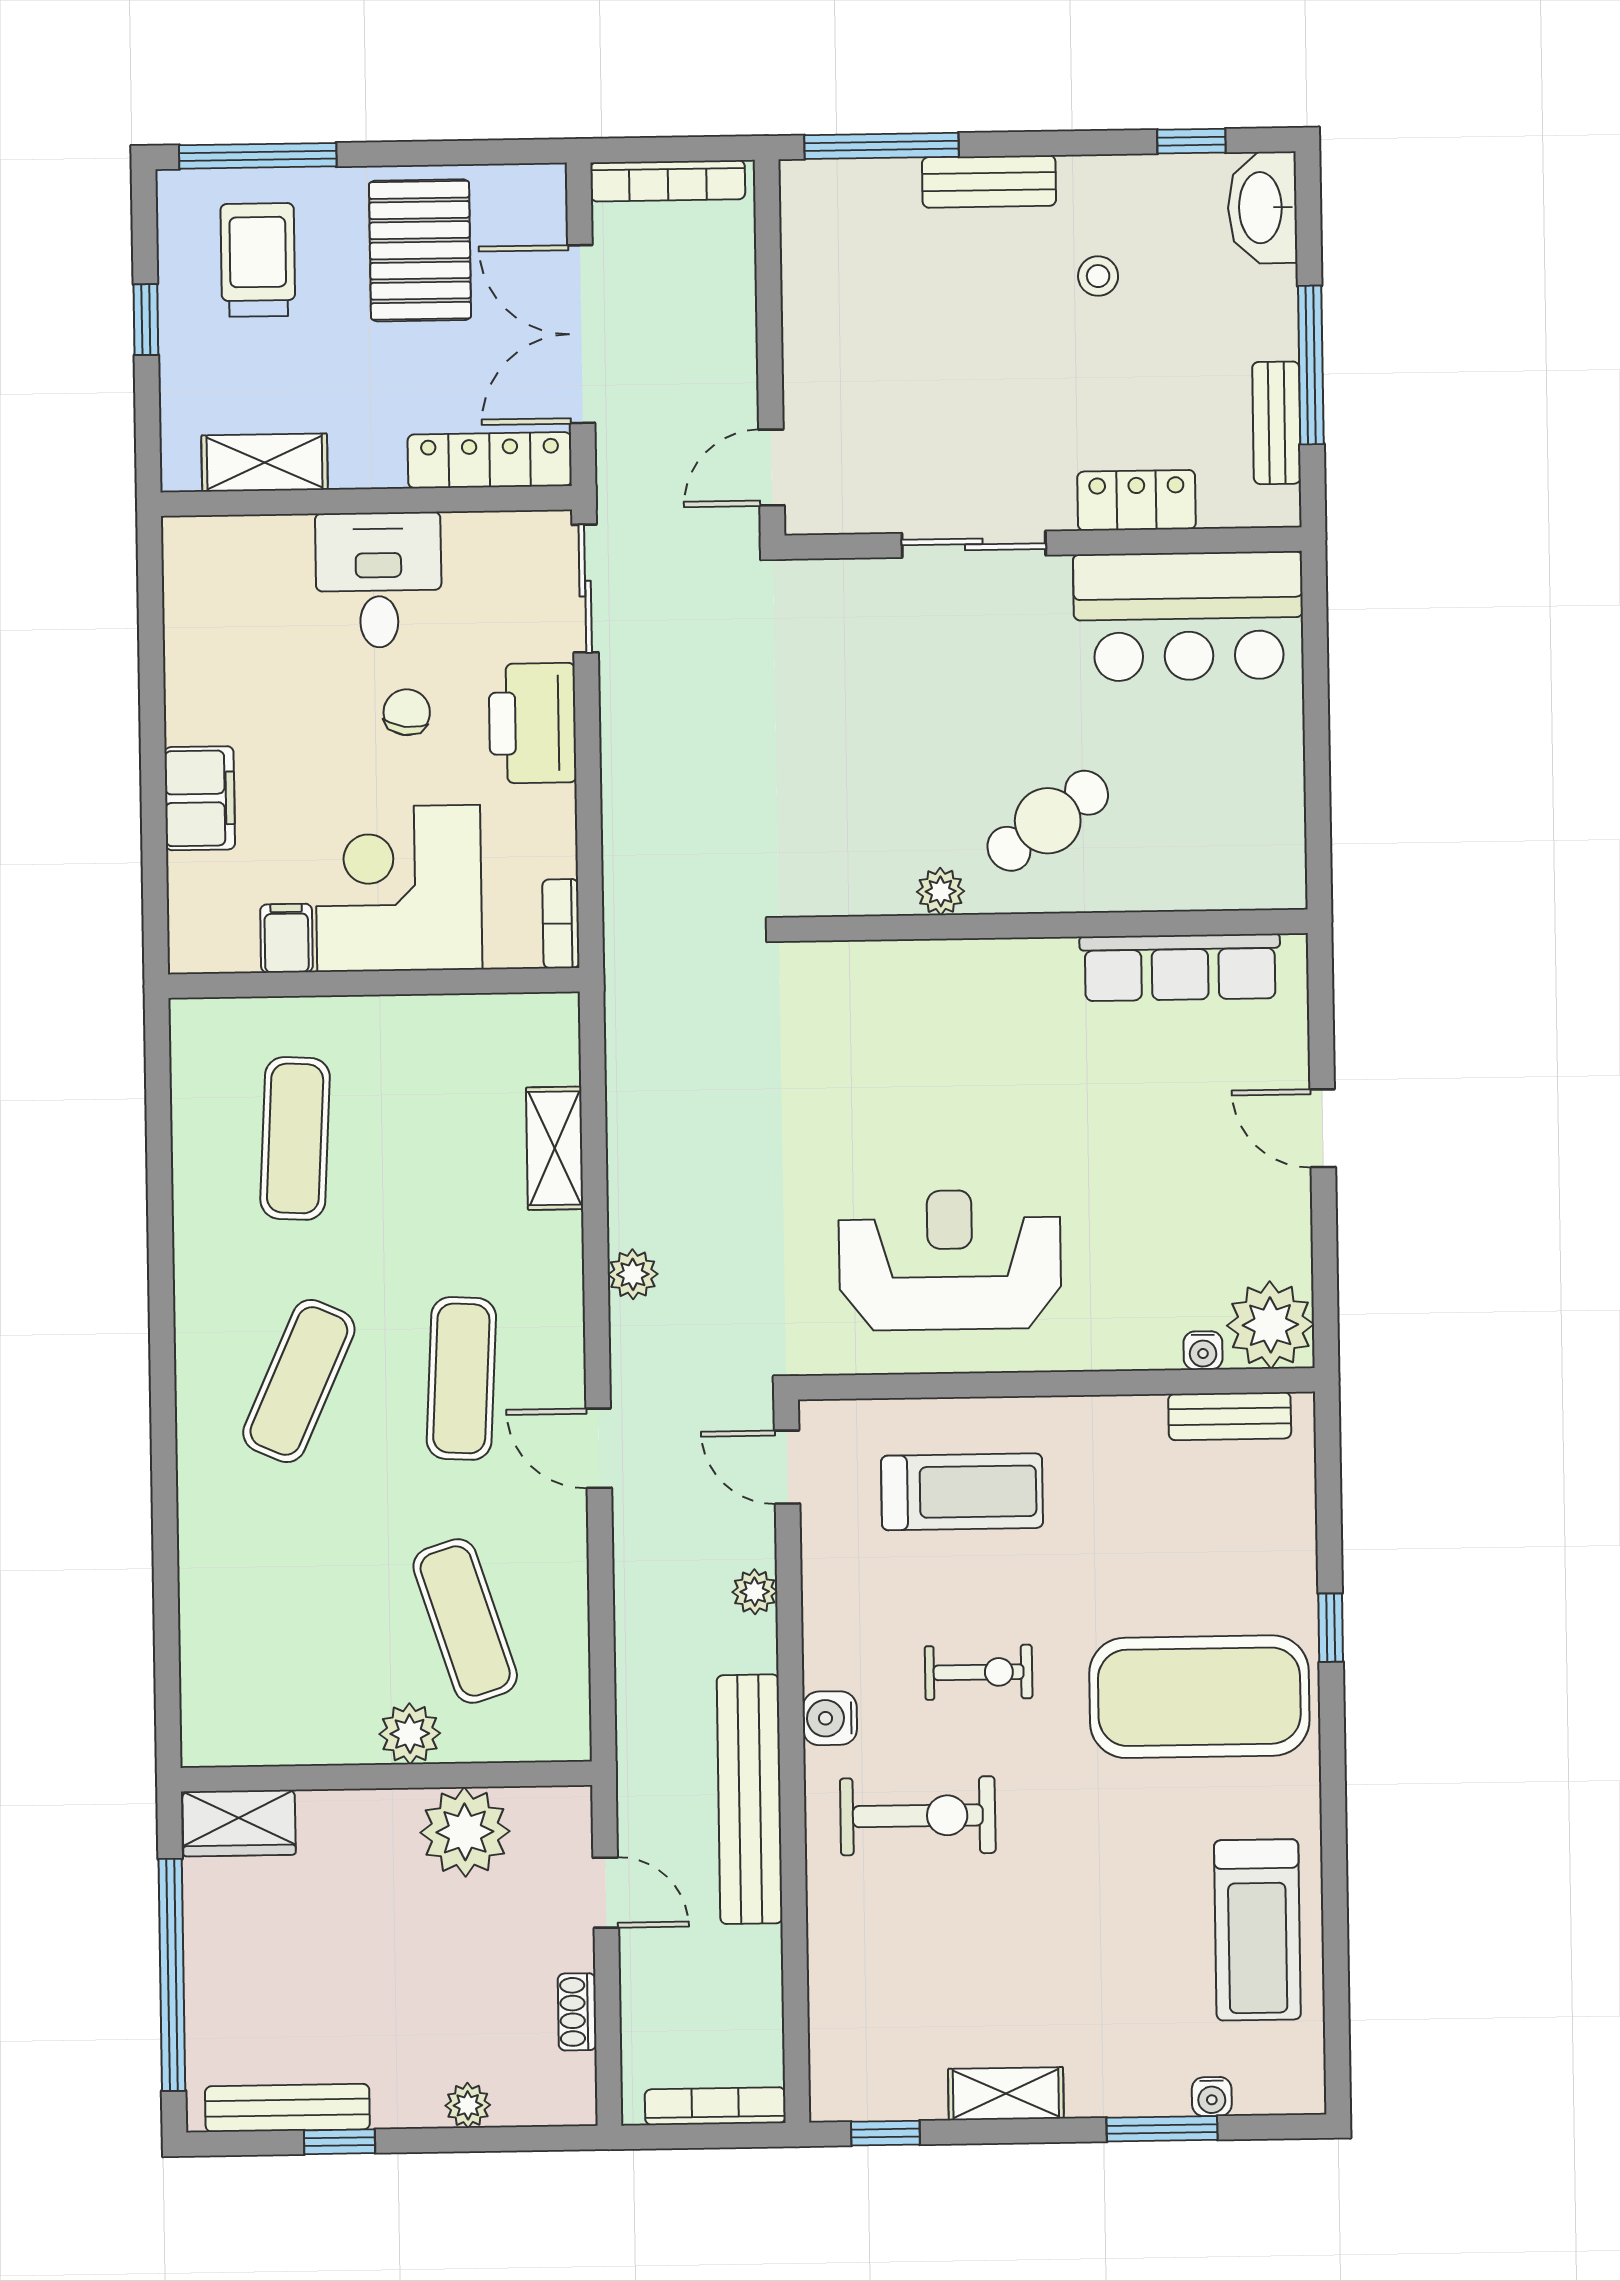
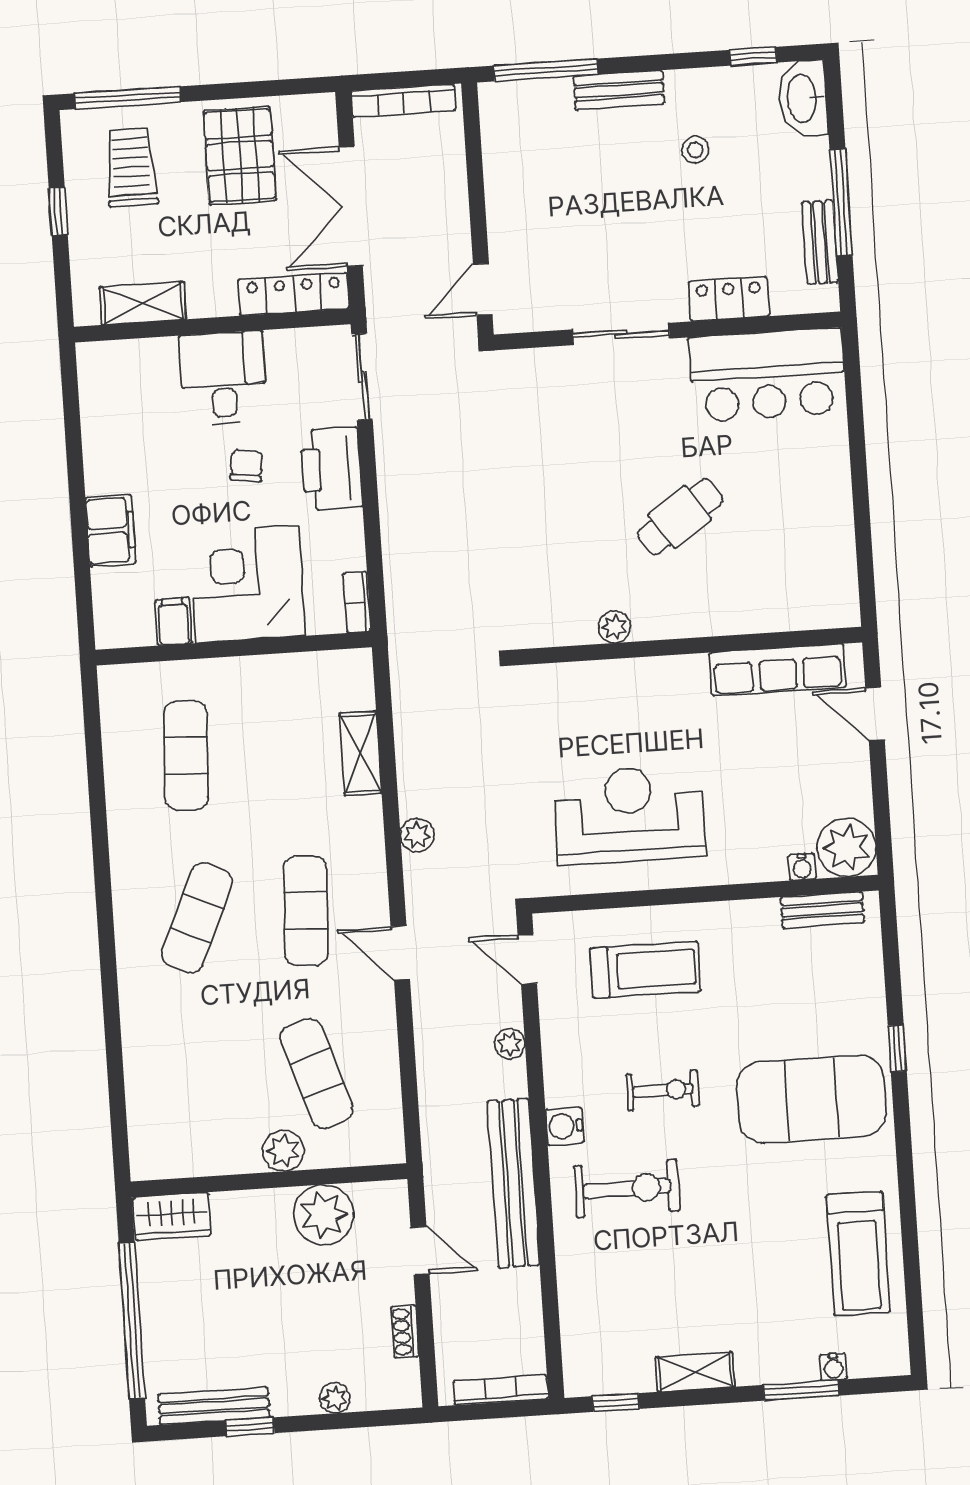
plant: (941, 891) -> (614, 627), moved
wall: (1049, 925) -> (688, 646), moved
row of seats: (1180, 967) -> (778, 670), moved

